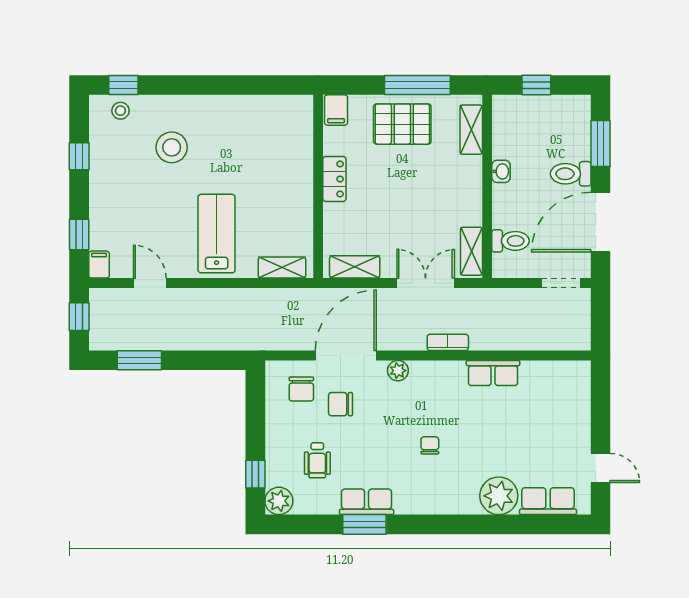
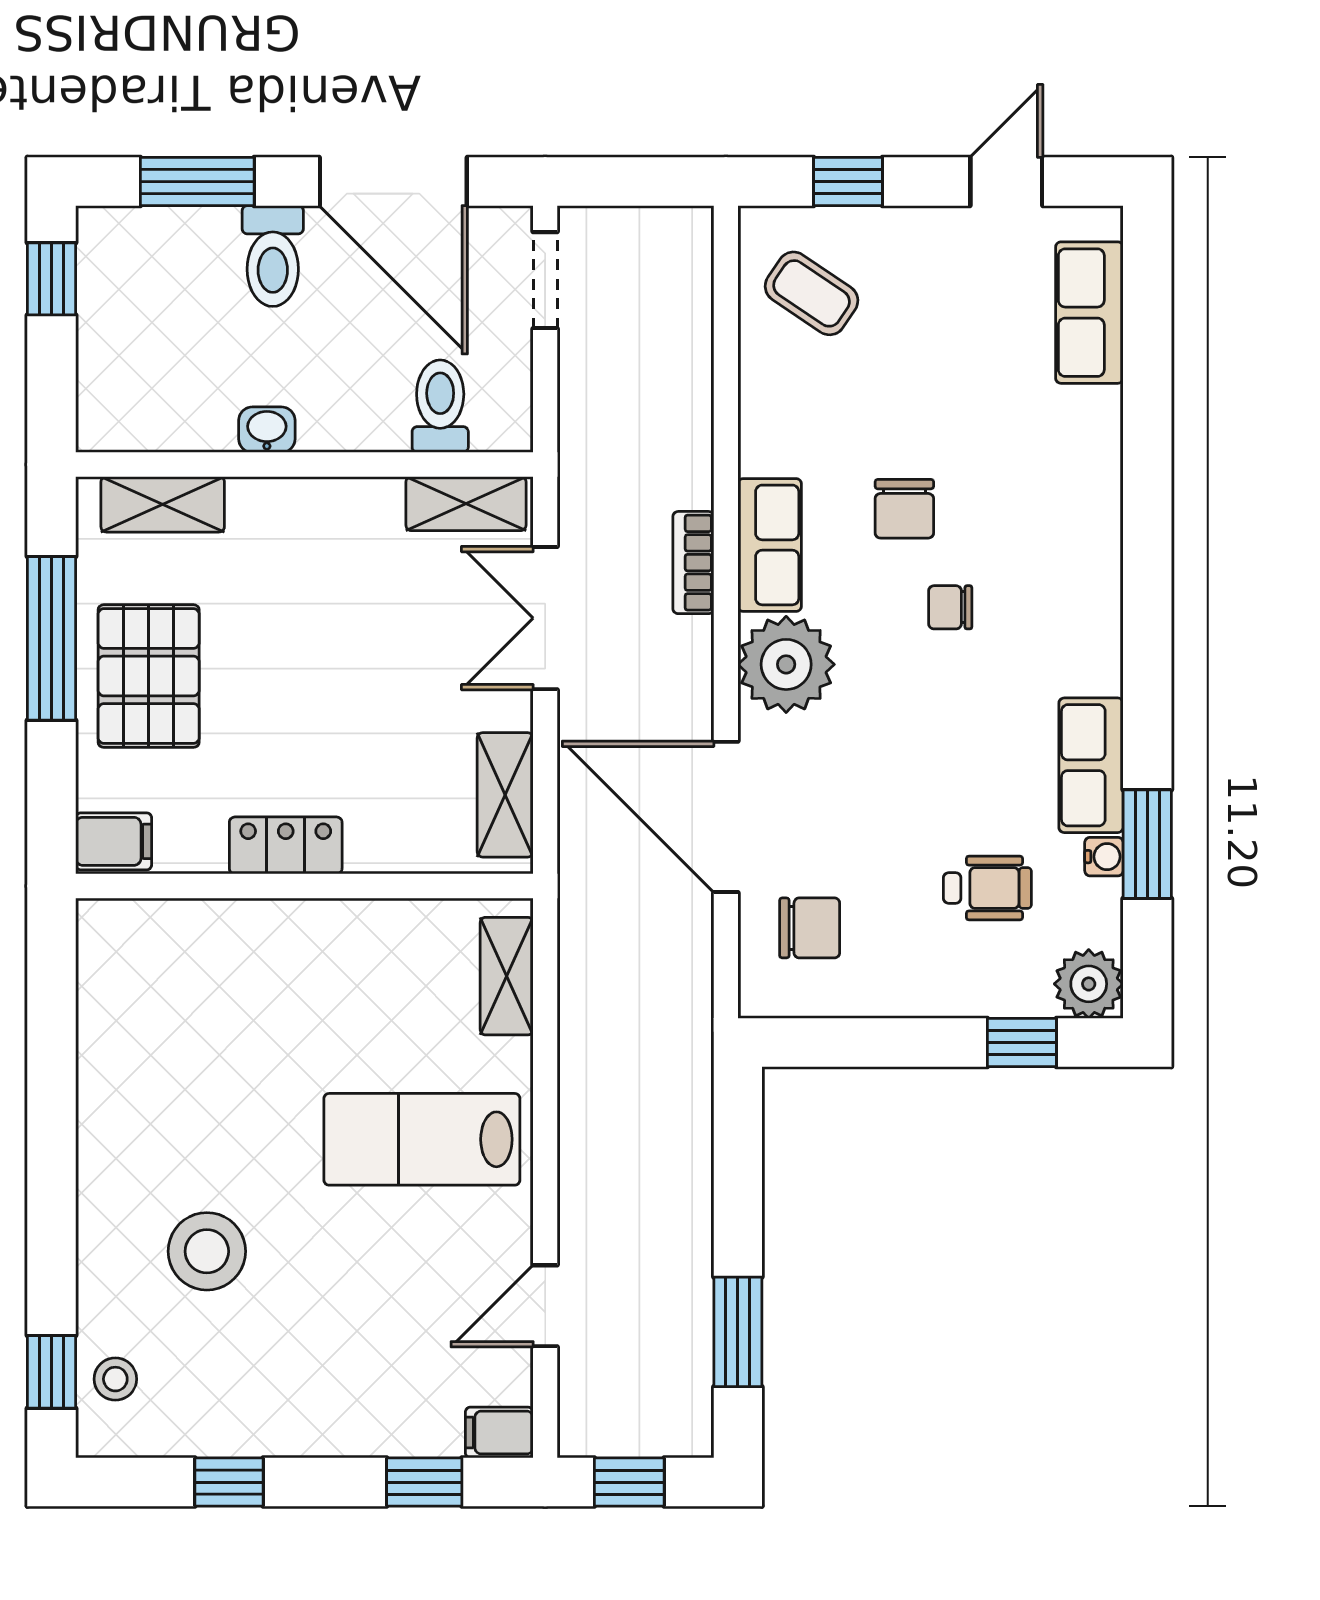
window: (536, 85) -> (51, 279), moved
plant: (398, 371) -> (786, 664), width x1.88, depth x1.88
row of seats: (493, 373) -> (770, 545), moved
coffee table: (556, 390) -> (812, 293), added
chair: (341, 404) -> (904, 509), moved
window: (601, 404) -> (848, 182), added
plant: (499, 496) -> (1076, 435), removed
water cooler: (330, 507) -> (1104, 857), added
window: (364, 524) -> (1147, 844), moved

